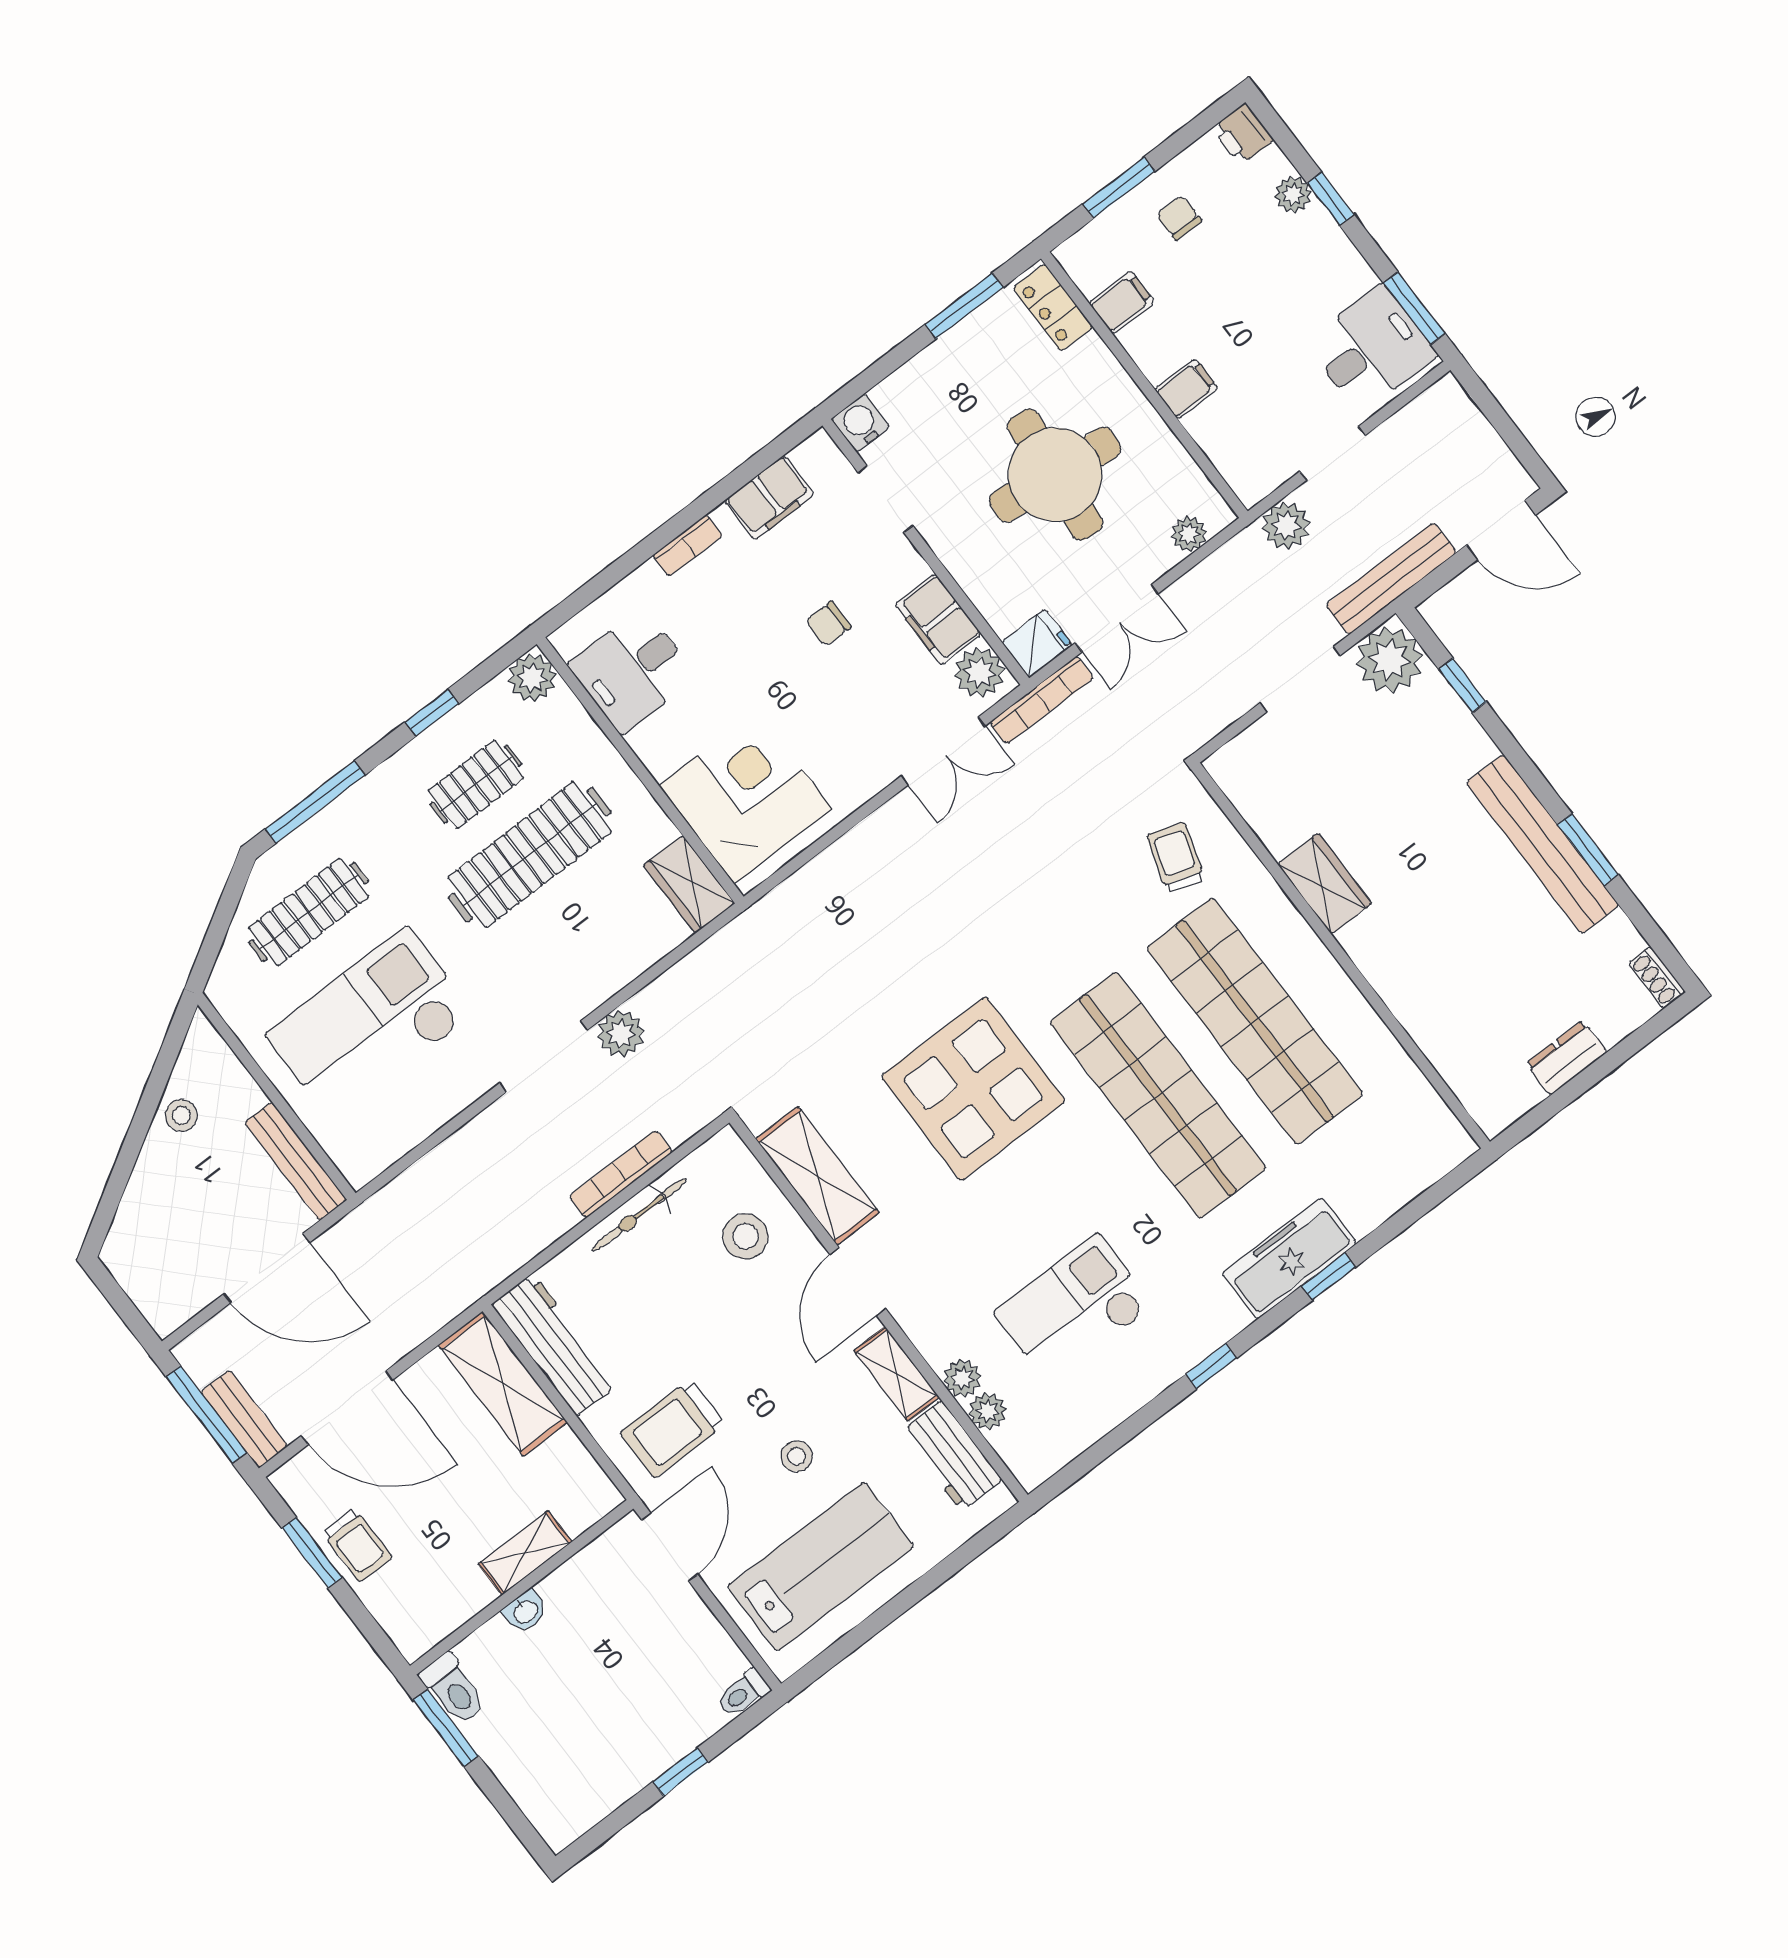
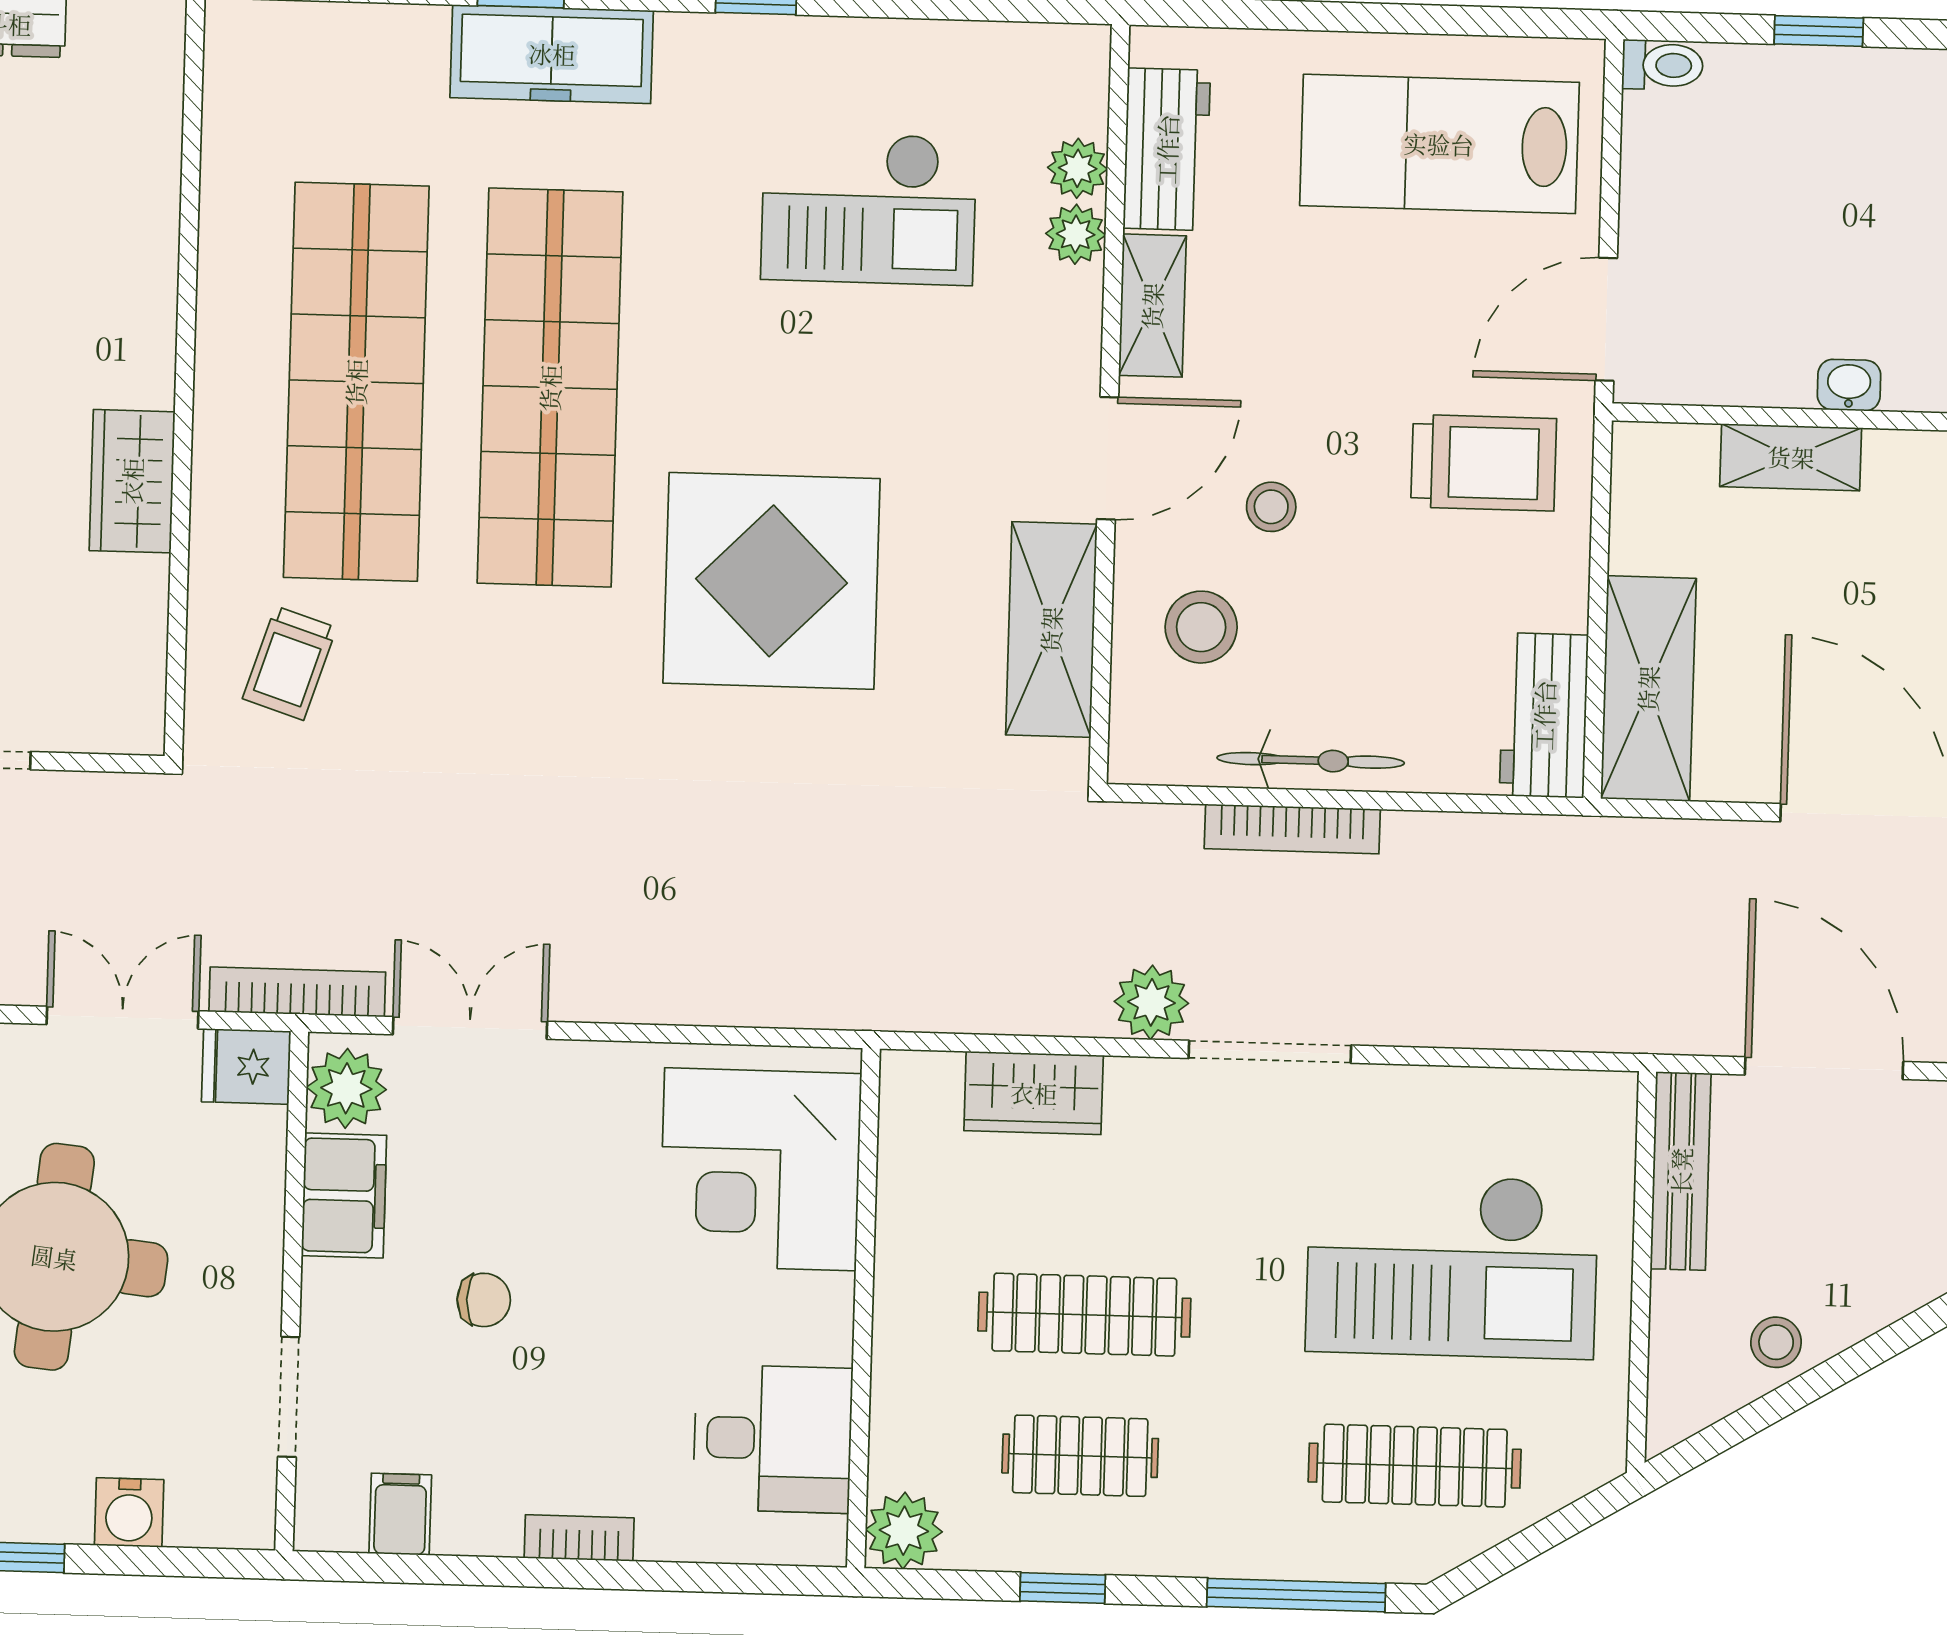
water cooler: (860, 423) -> (129, 1512), moved
filing cabinet: (769, 498) -> (400, 1514), width x0.50
clothes rail: (530, 855) -> (1084, 1315), width x0.73, depth x0.76
wardrobe: (689, 884) -> (1034, 1093), moved, turned 90
workbench: (555, 1344) -> (1544, 715), width x0.73
stool: (797, 1456) -> (1271, 507), moved

